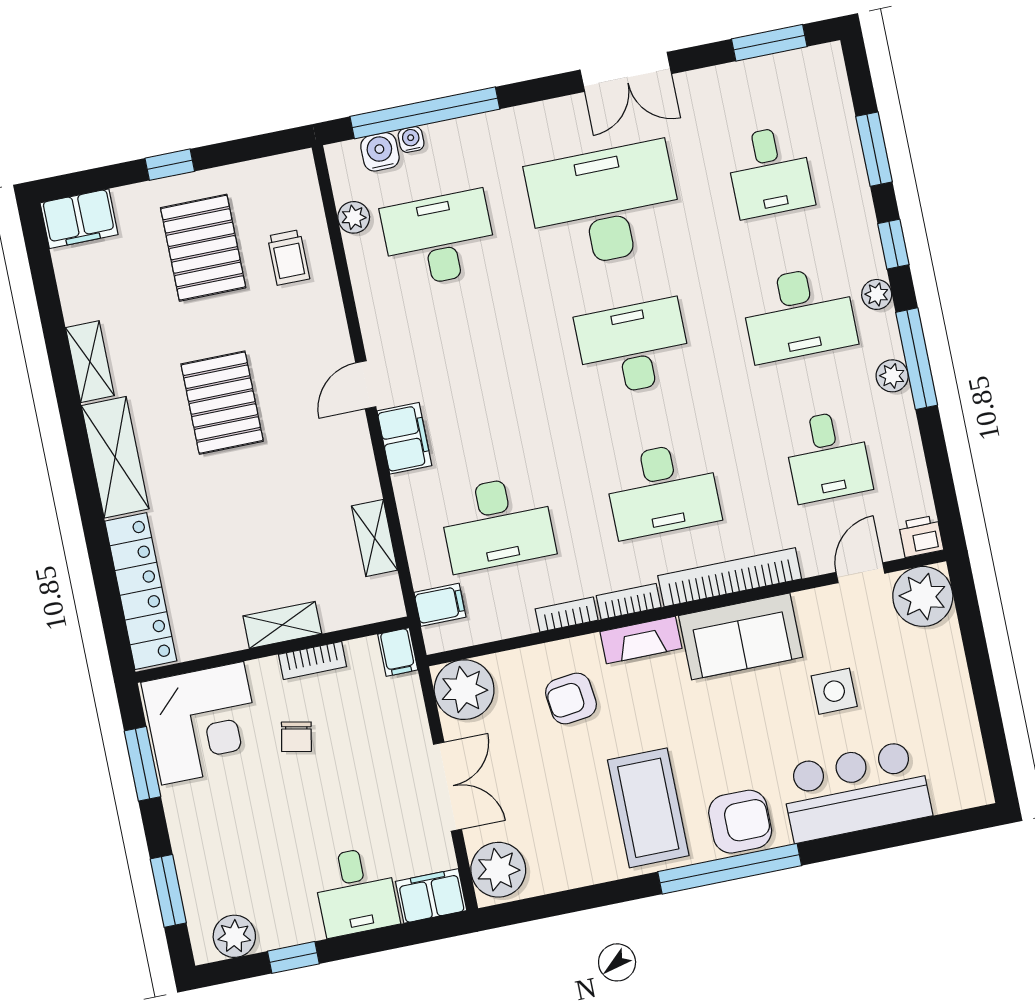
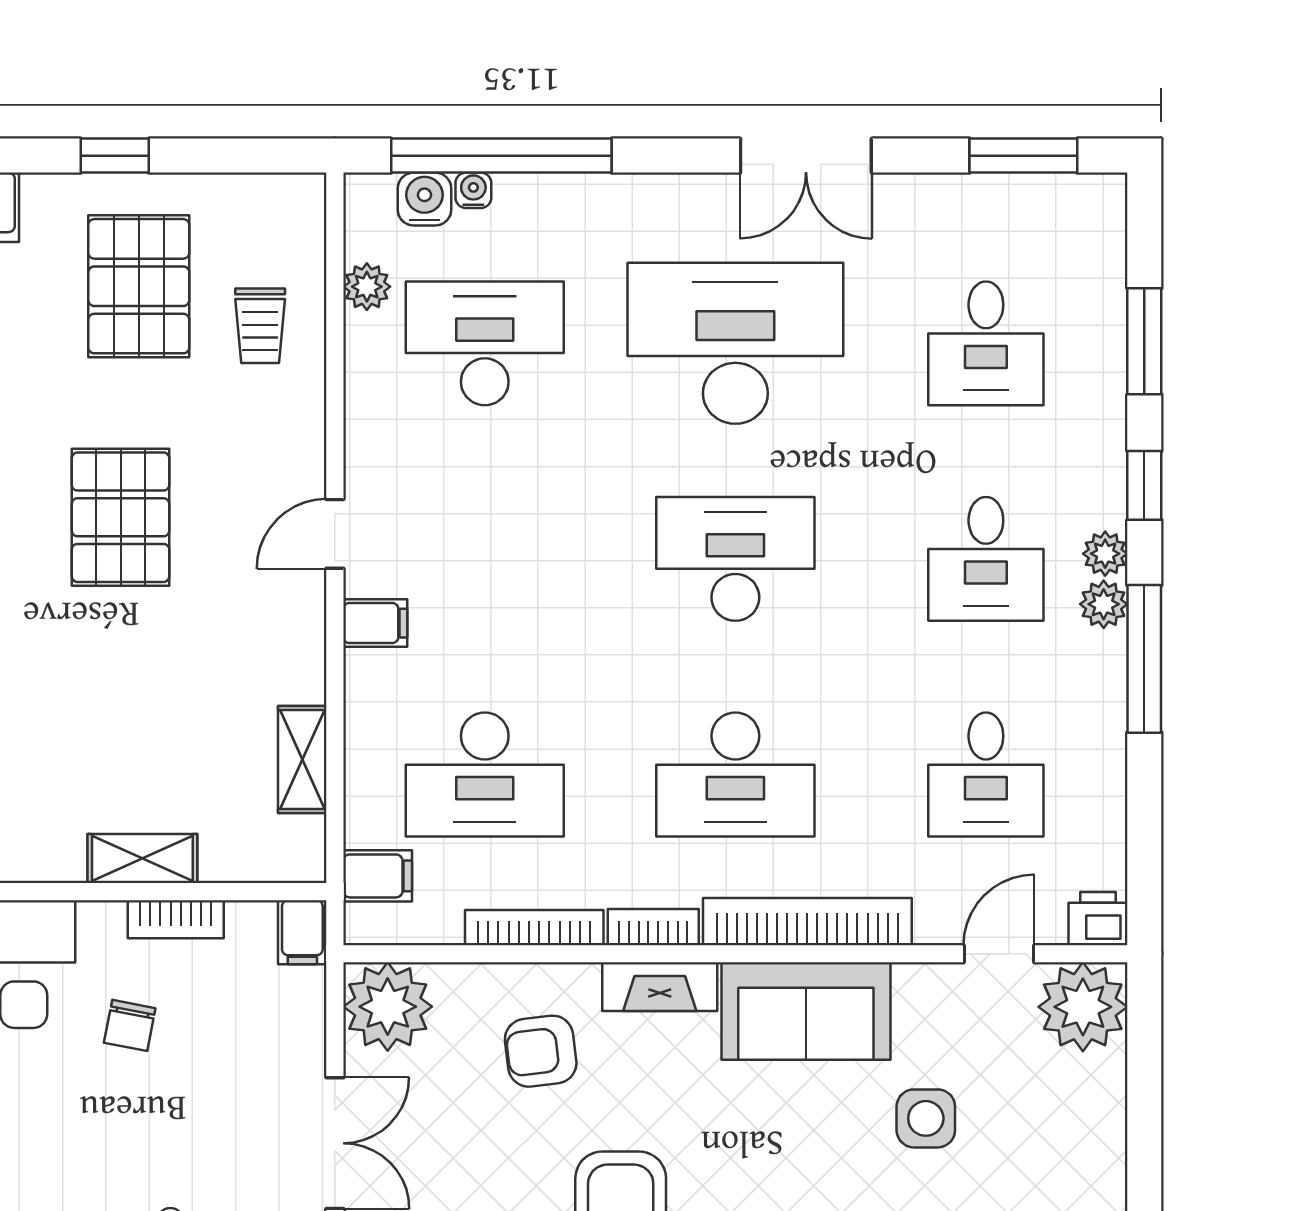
desk: (799, 314) -> (986, 559), width x0.73
plant: (892, 376) -> (1104, 604), moved
filing cabinet: (404, 438) -> (375, 623), width x0.50
bookcase: (567, 615) -> (534, 928), width x1.56

